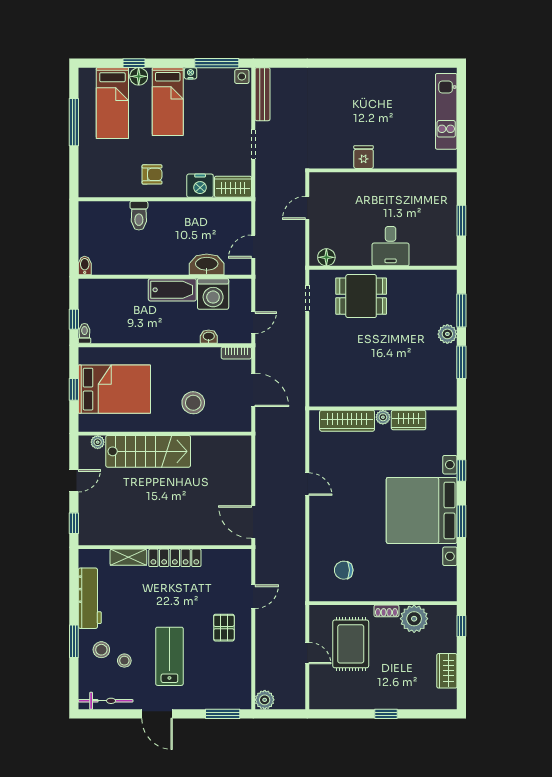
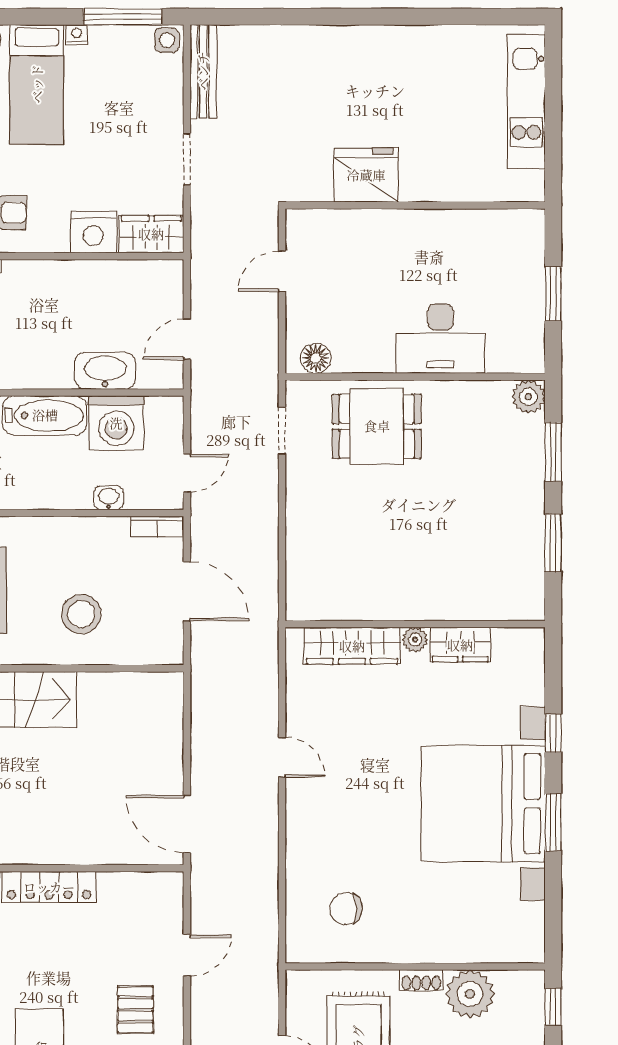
fridge: (364, 157) -> (366, 175), width x1.88, depth x1.34
desk: (391, 246) -> (440, 339), width x1.37
plant: (447, 334) -> (528, 397), moved

